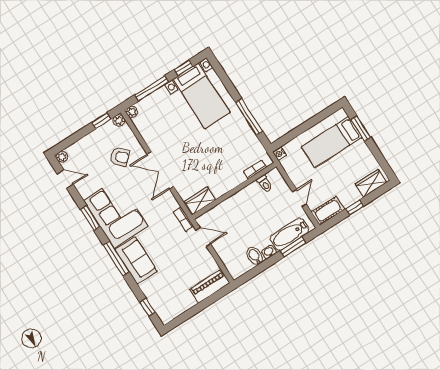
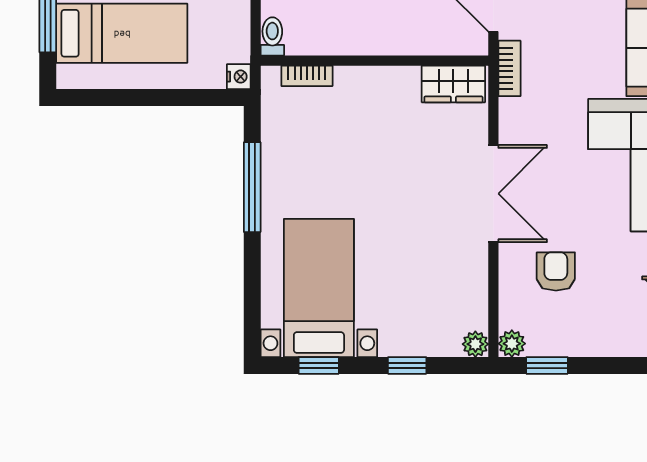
window: (152, 88) -> (407, 365), width x0.46
armchair: (120, 157) -> (556, 271), turned 43
toilet: (265, 184) -> (272, 36), moved

